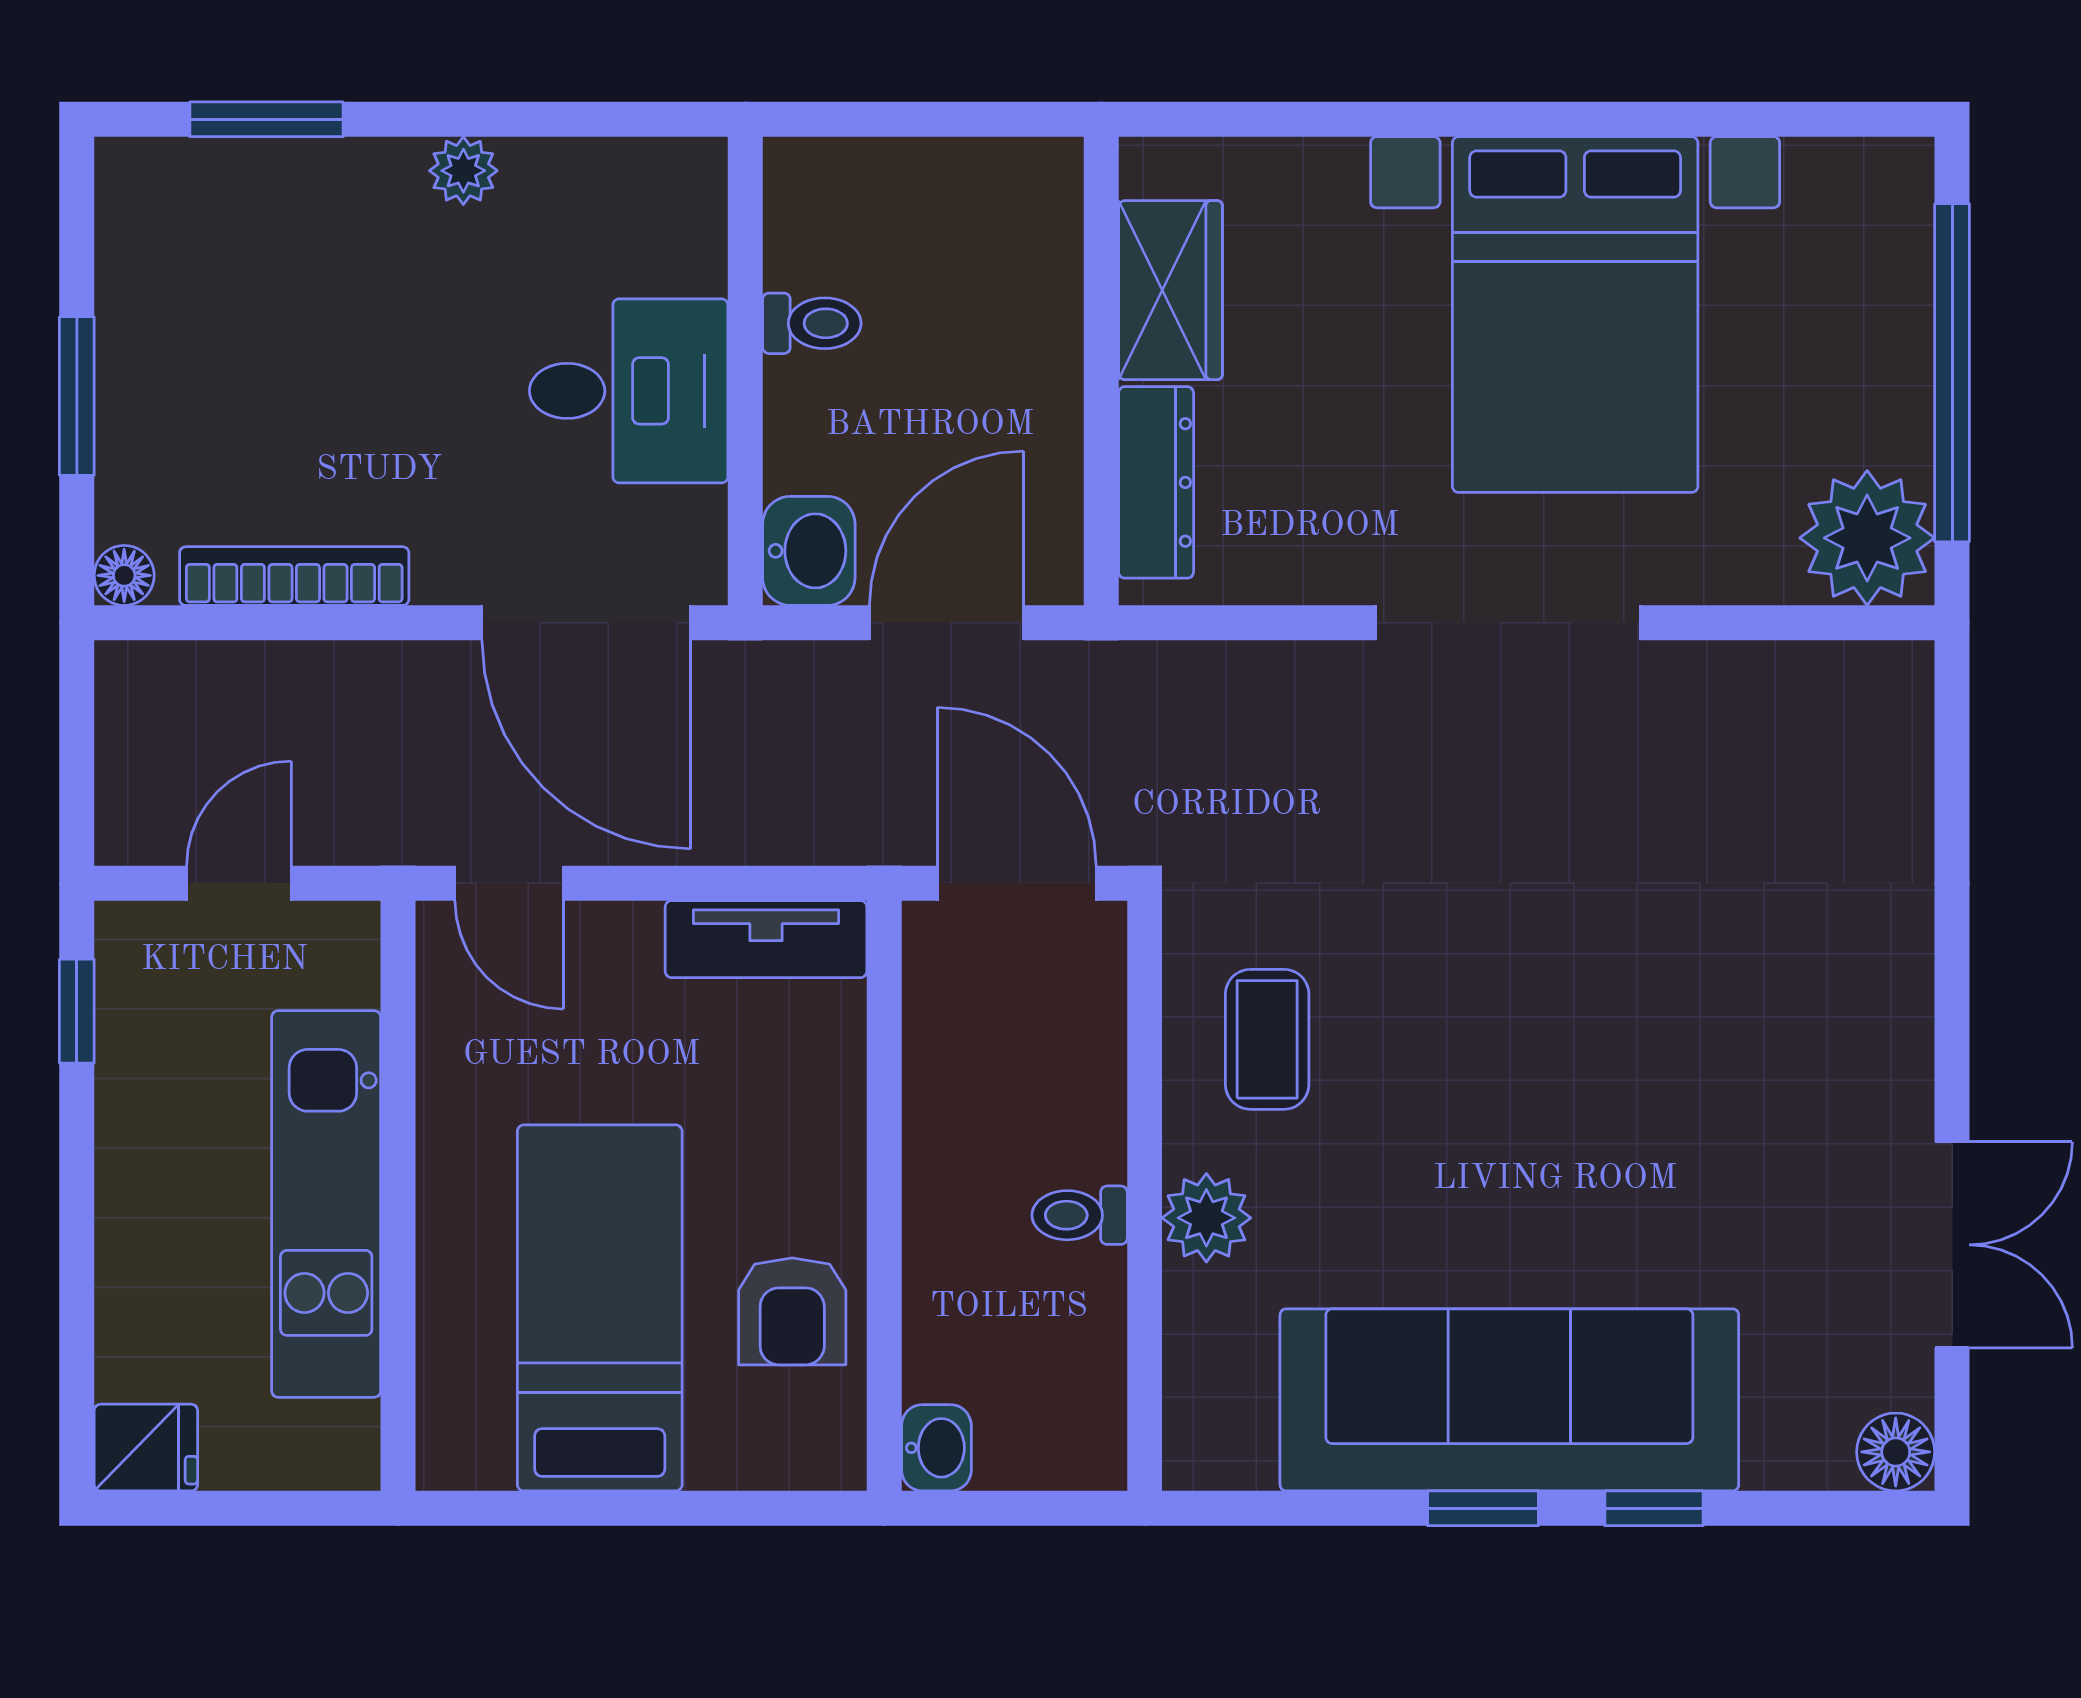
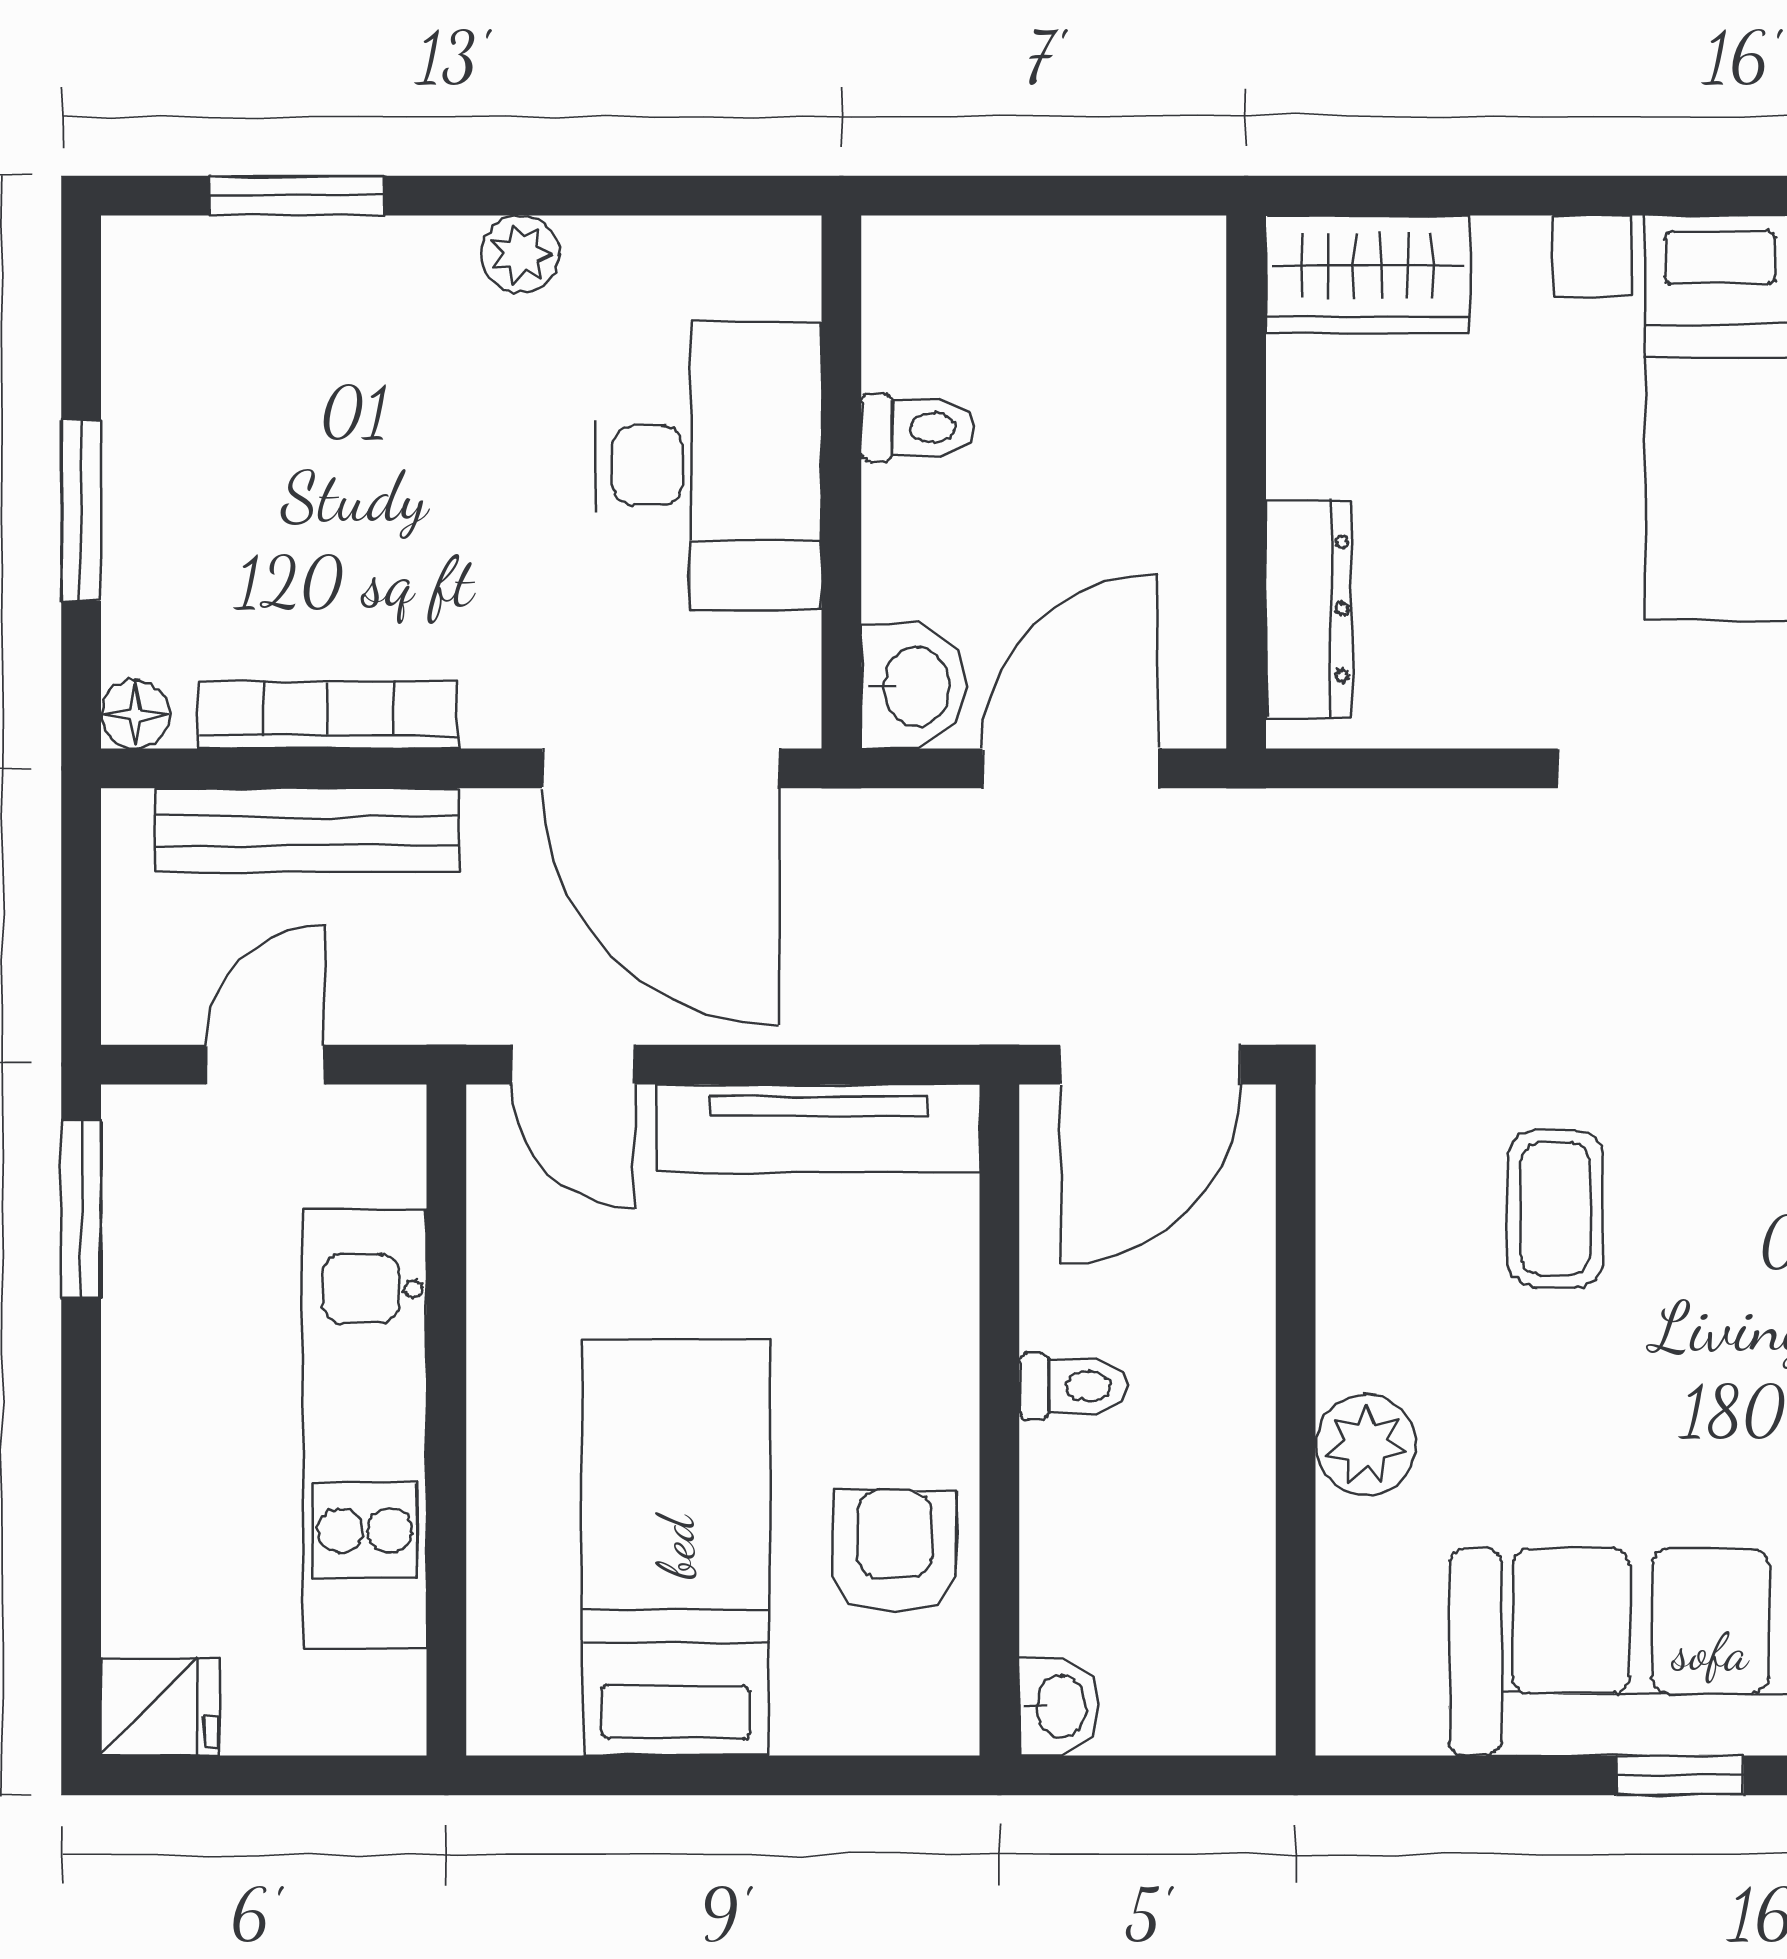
wardrobe: (1171, 290) -> (1368, 274), moved, turned 90
desk: (629, 391) -> (709, 466), width x1.37
bench: (275, 677) -> (307, 830), added
door: (1017, 883) -> (1150, 1065), swing flipped
tv unit: (766, 939) -> (818, 1128), width x1.41
window: (77, 1011) -> (81, 1210), width x1.50
coffee table: (1267, 1039) -> (1555, 1209), moved
toilet: (1080, 1215) -> (1073, 1386), moved, turned 180
armchair: (792, 1311) -> (895, 1551), turned 180

